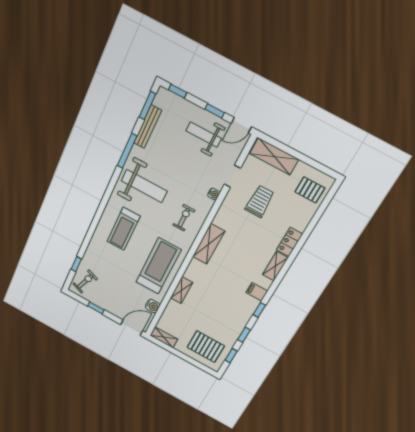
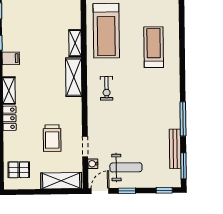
weight bench: (144, 186) -> (154, 97), removed
water cooler: (214, 194) -> (93, 164), moved
shelving: (181, 290) -> (75, 43), moved

